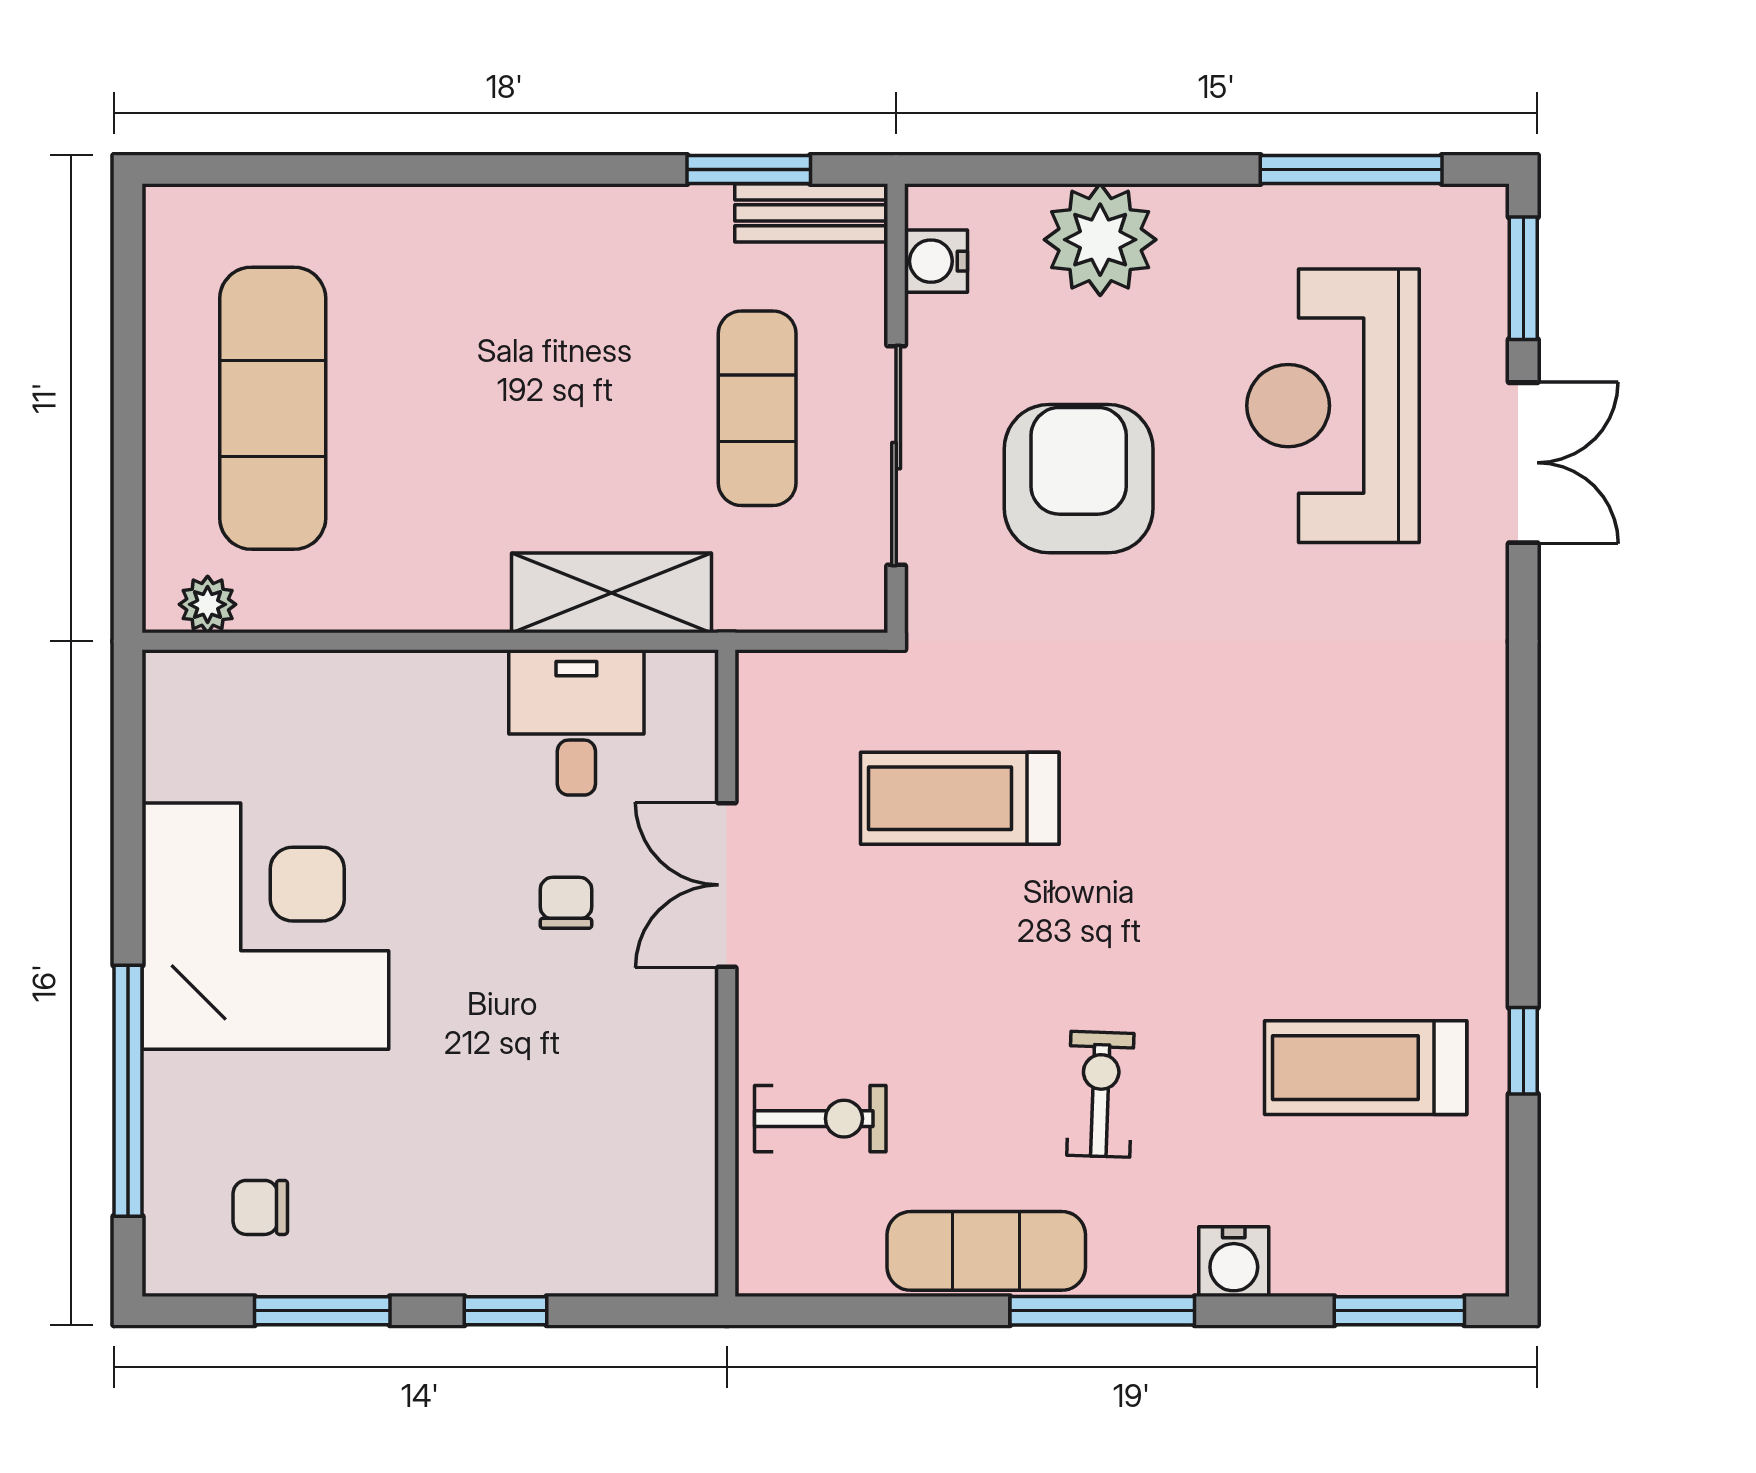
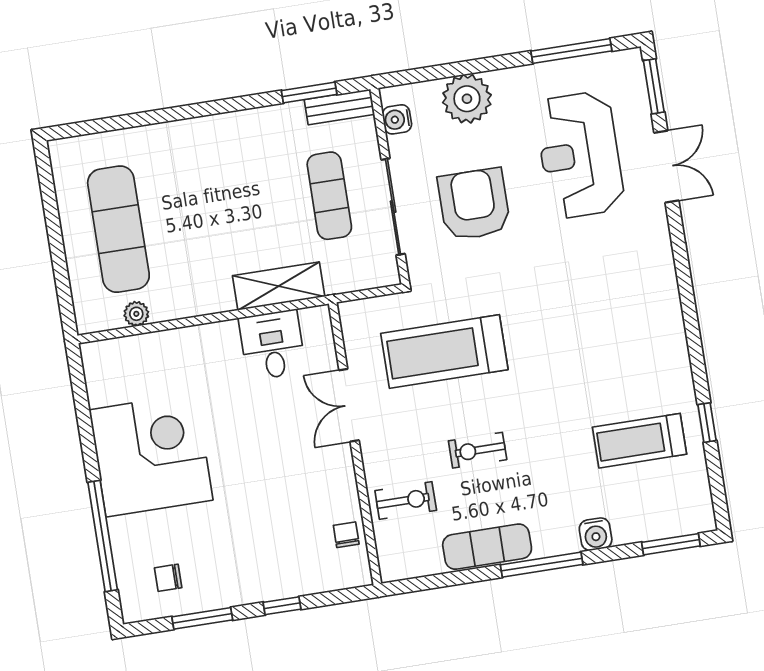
plant: (208, 604) -> (136, 314), moved
treadmill: (960, 798) -> (444, 351), width x1.37, depth x1.38
chair: (566, 903) -> (346, 535), moved
exercise bike: (1100, 1094) -> (478, 450), moved, turned -92

